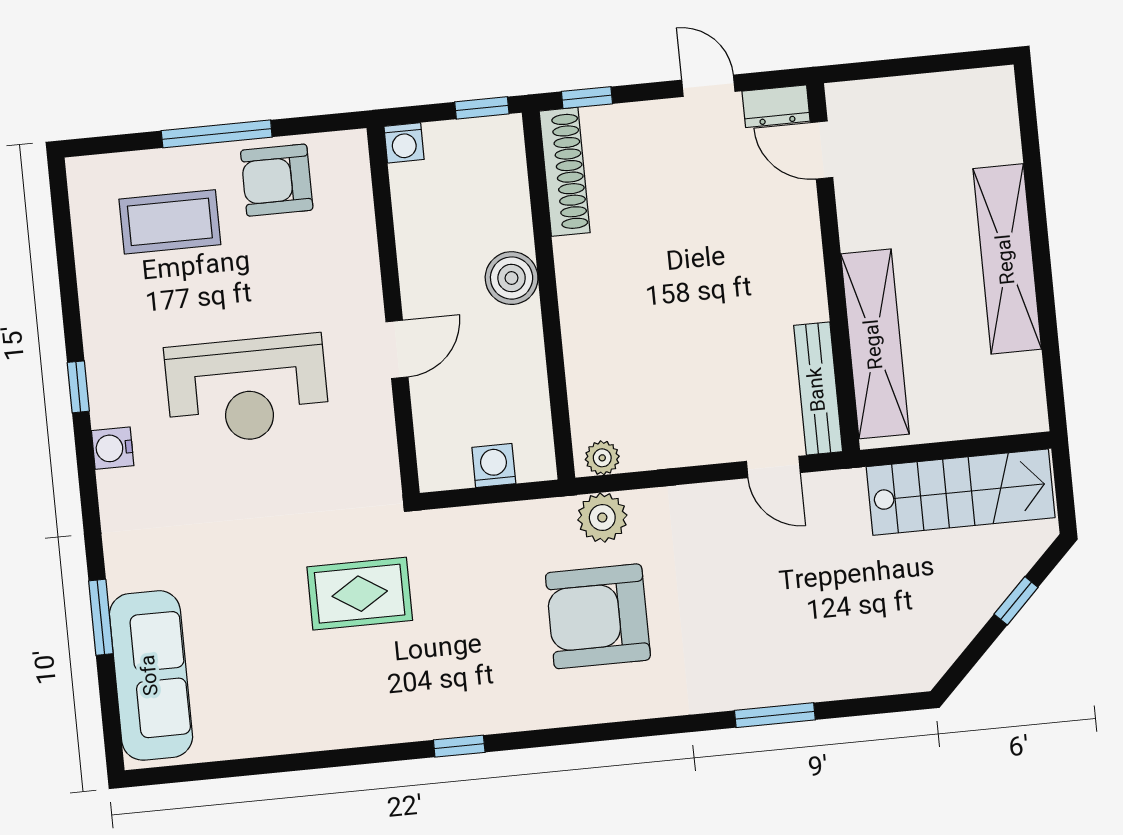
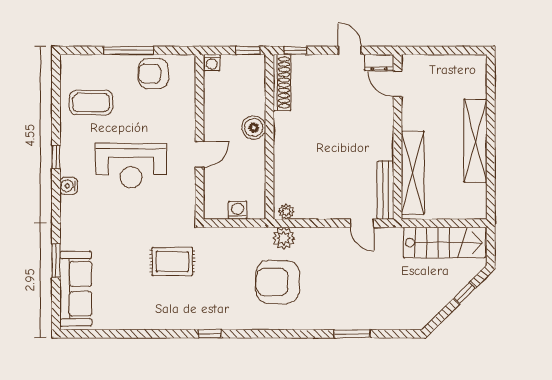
coffee table: (170, 222) -> (91, 103), moved

